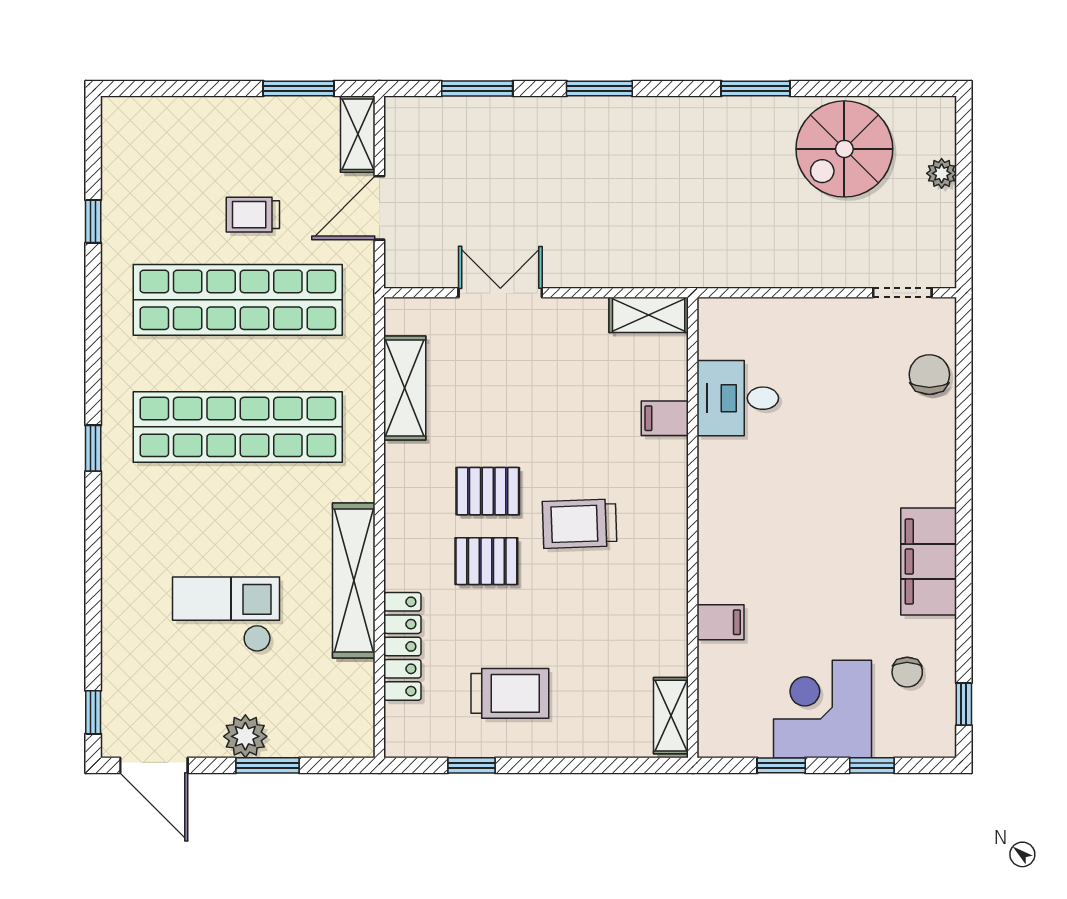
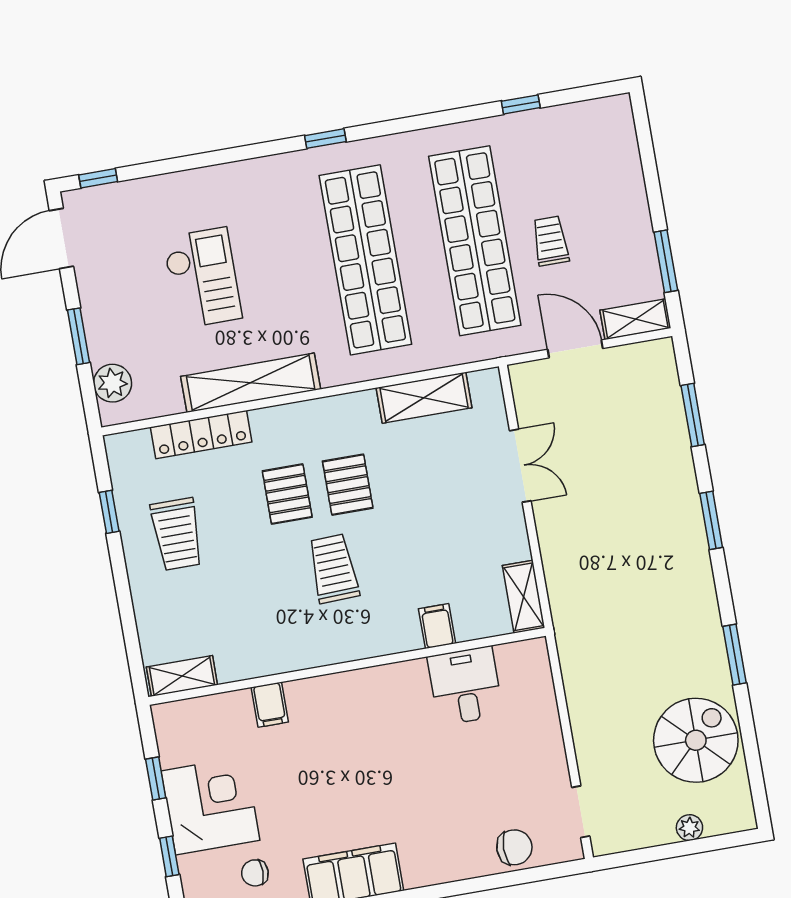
spiral stairs: (844, 149) -> (696, 740), turned 90
plant: (245, 736) -> (113, 383), moved

